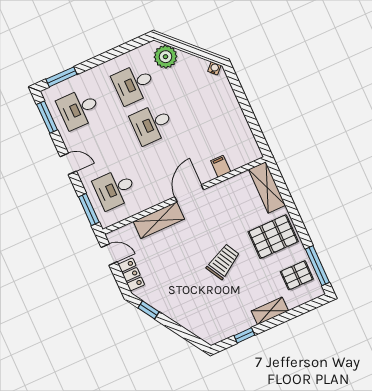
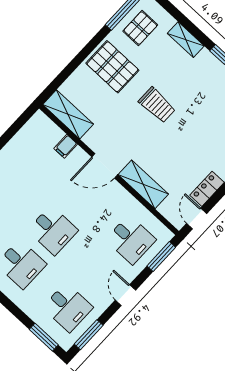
shelving: (267, 187) -> (68, 114), moved, turned 90
trolley: (223, 262) -> (157, 105), turned -151
pallet: (297, 275) -> (140, 28), turned 90

